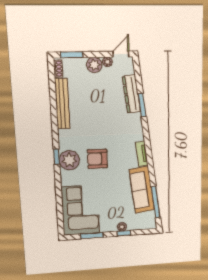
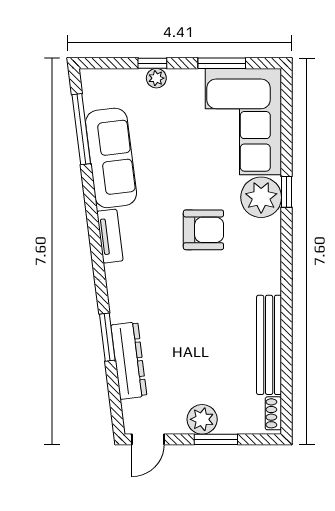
window: (72, 55) -> (216, 439), moved
plant: (107, 62) -> (176, 425), removed
window: (57, 157) -> (287, 192), moved
plant: (69, 160) -> (261, 197), moved

